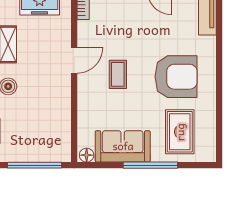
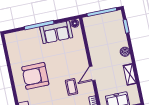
coffee table: (118, 74) -> (72, 87), moved
rug: (180, 132) -> (27, 47), removed

